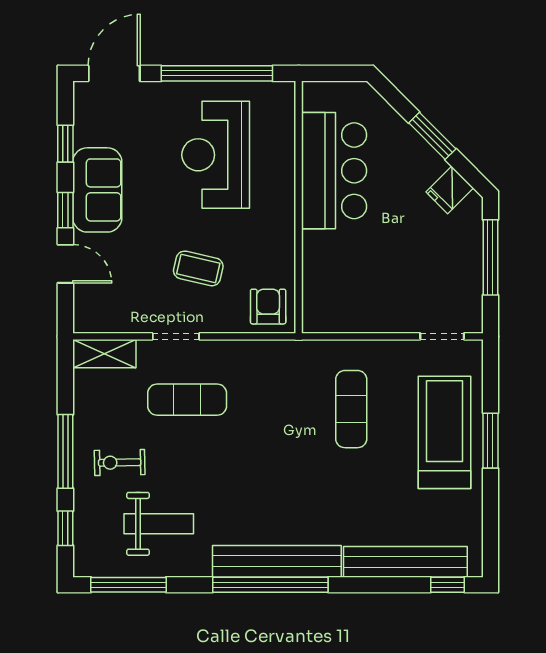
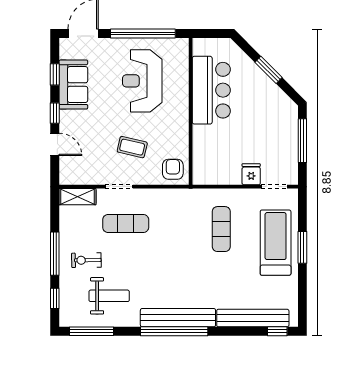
sofa: (97, 190) -> (73, 85), moved
fridge: (450, 190) -> (251, 174), moved, turned 135

